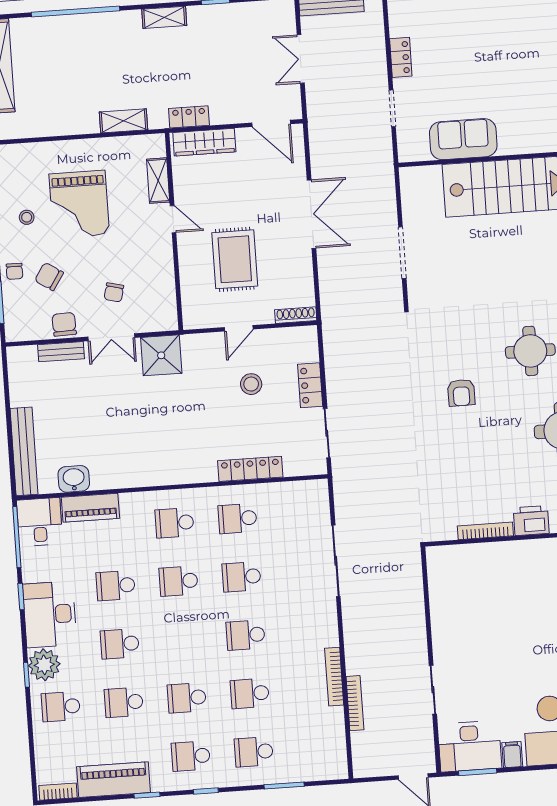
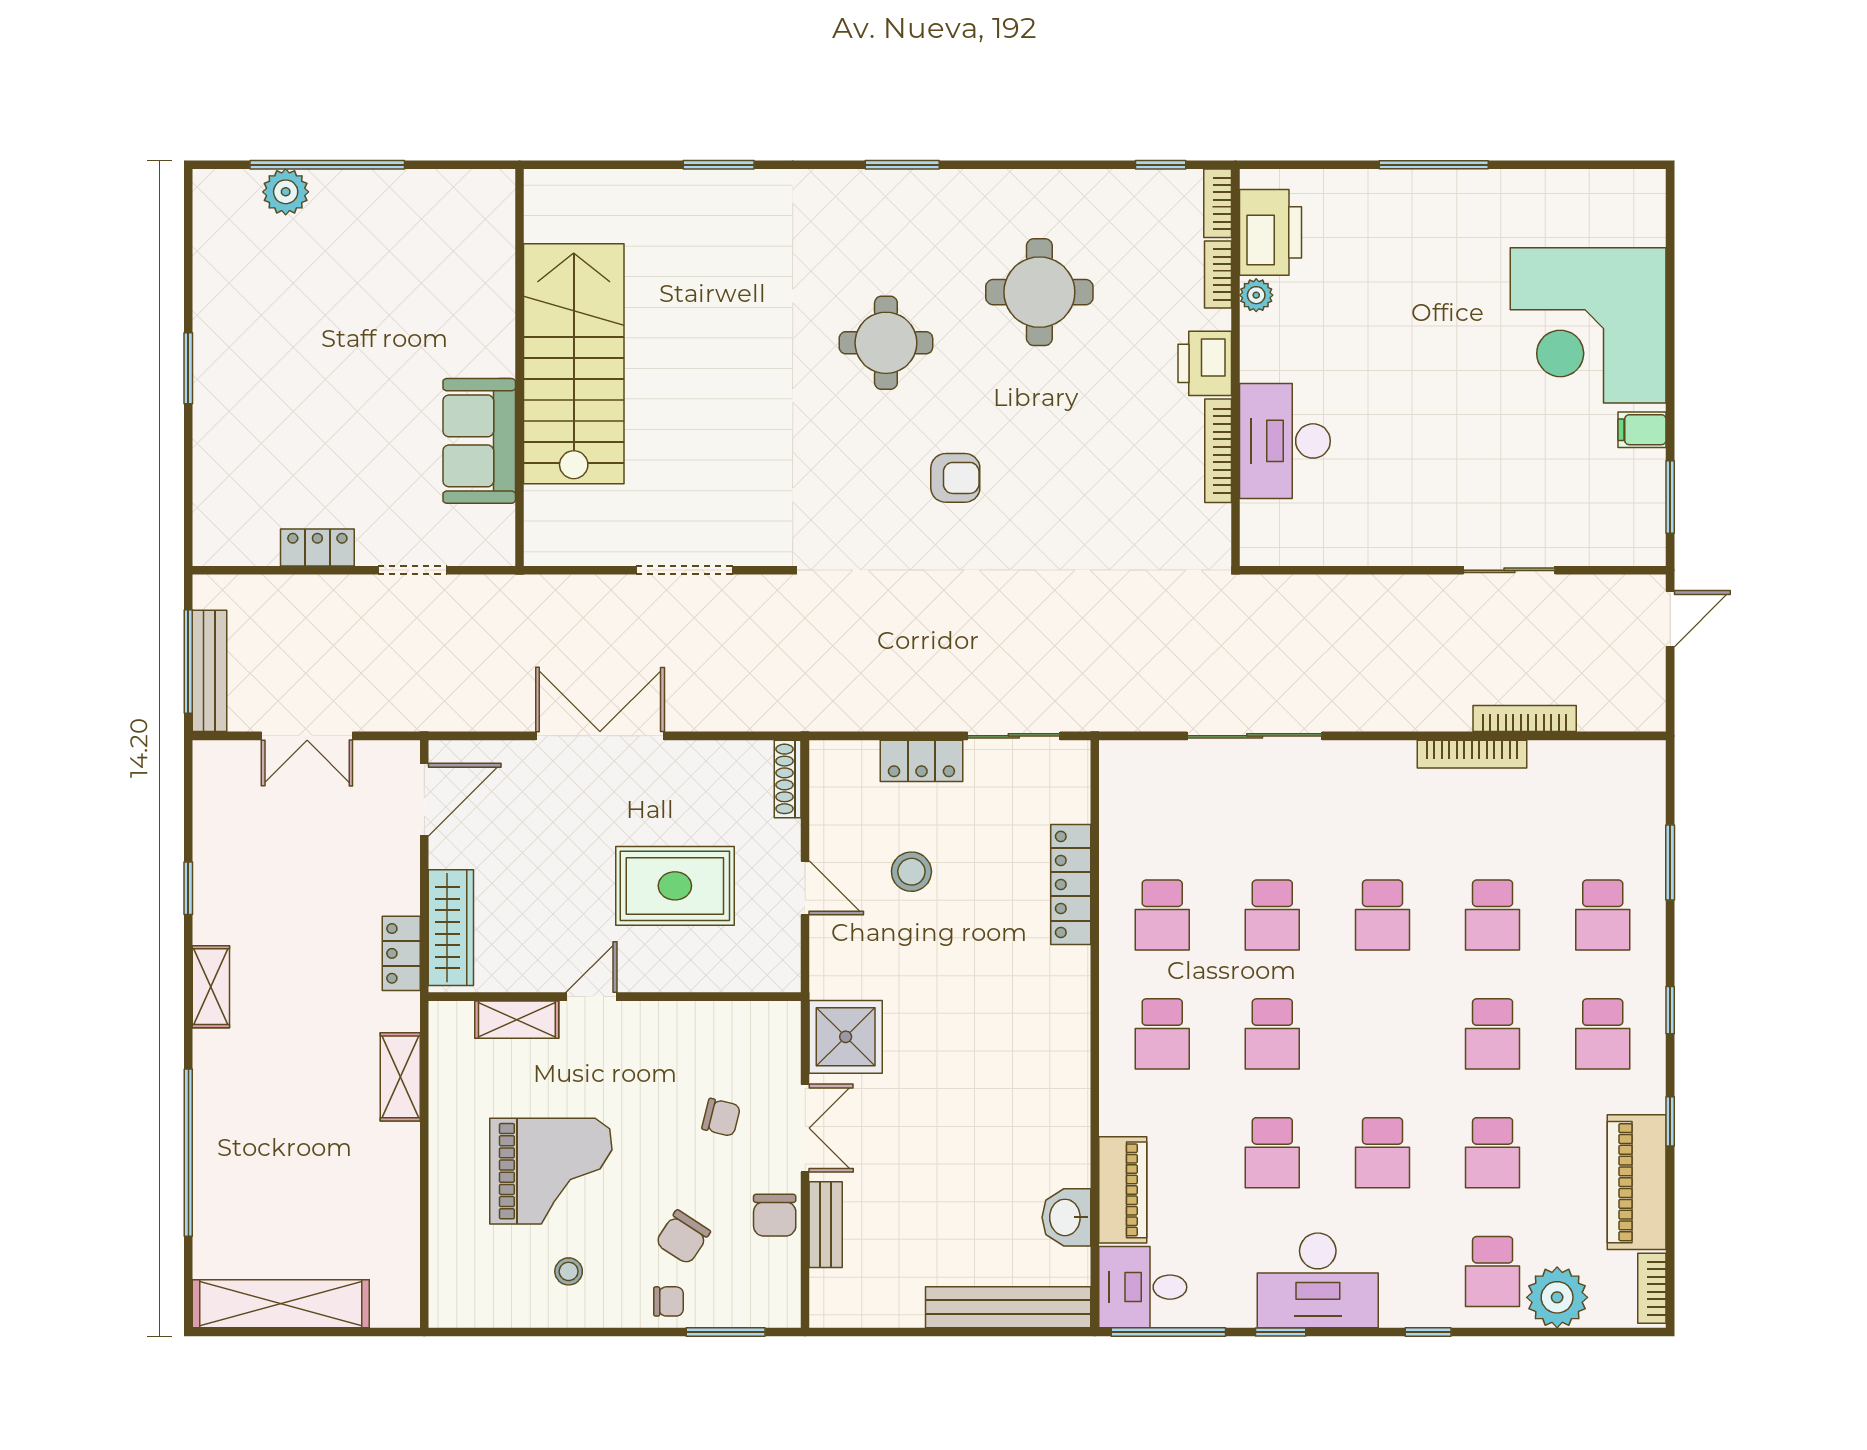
chair: (64, 324) -> (775, 1215), turned -88
plant: (44, 665) -> (1557, 1297), moved
desk: (470, 746) -> (1285, 441), moved, turned 180

